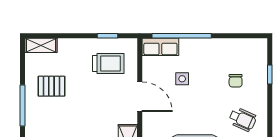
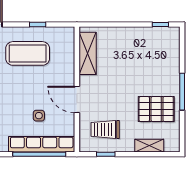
shelving: (41, 45) -> (149, 146), moved
row of seats: (160, 47) -> (42, 144), width x2.02
pallet: (51, 86) -> (156, 109), width x1.50, depth x1.42

